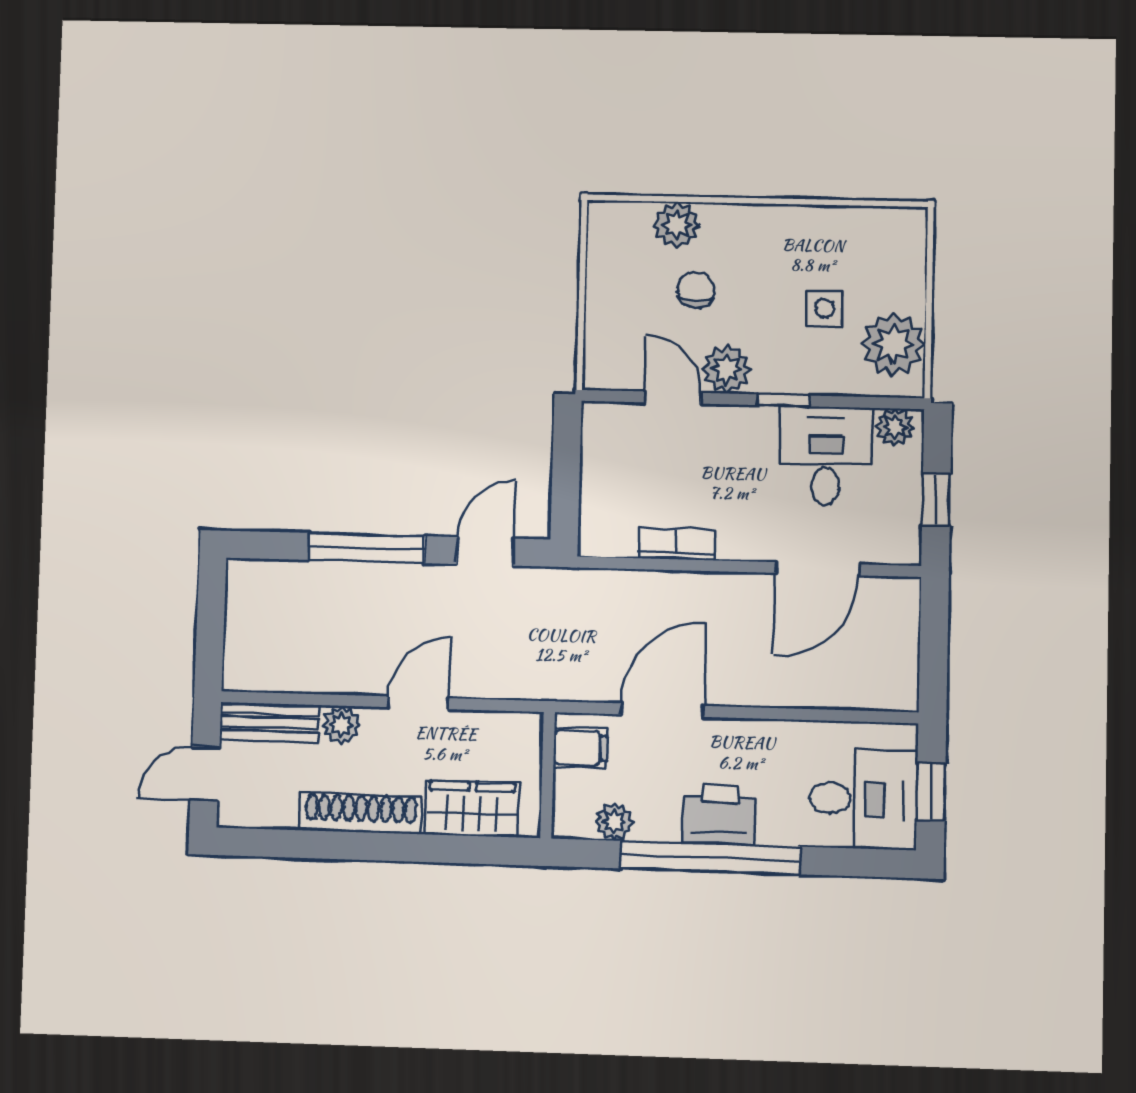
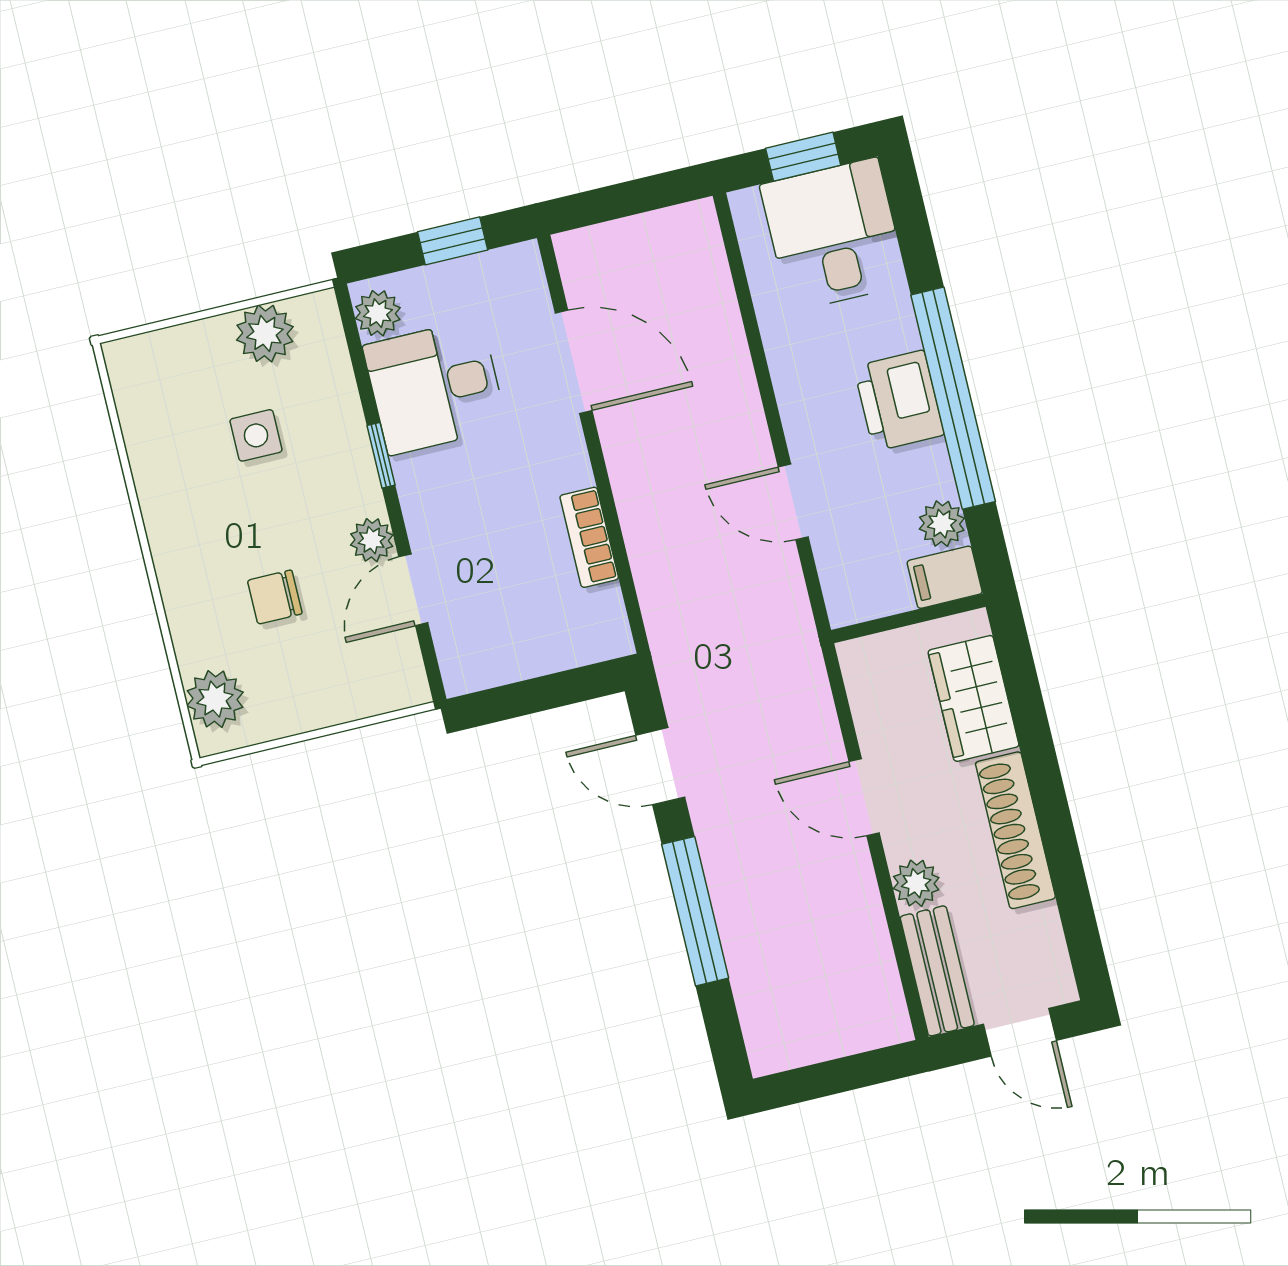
plant: (677, 225) -> (215, 699), moved
plant: (893, 344) -> (265, 333), width x0.73, depth x0.73
plant: (727, 369) -> (372, 540), width x0.73, depth x0.73
door: (662, 710) -> (793, 502), width x0.73
filing cabinet: (580, 748) -> (945, 577), moved, turned -90

